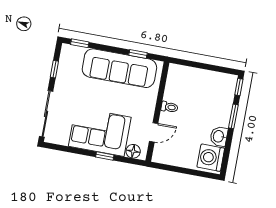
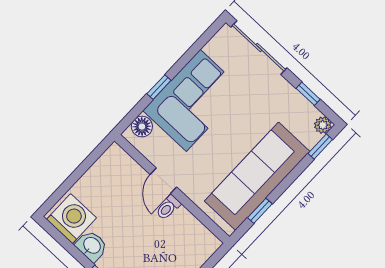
plant: (67, 50) -> (323, 125), added
door: (154, 132) -> (163, 181), moved

